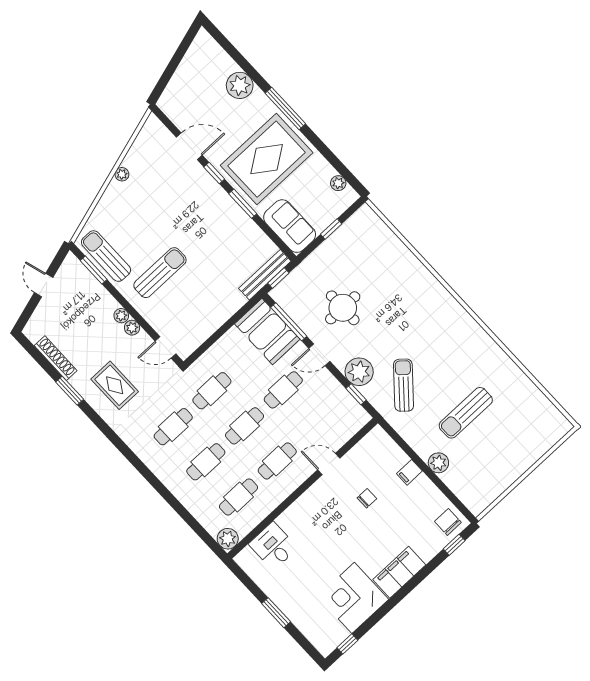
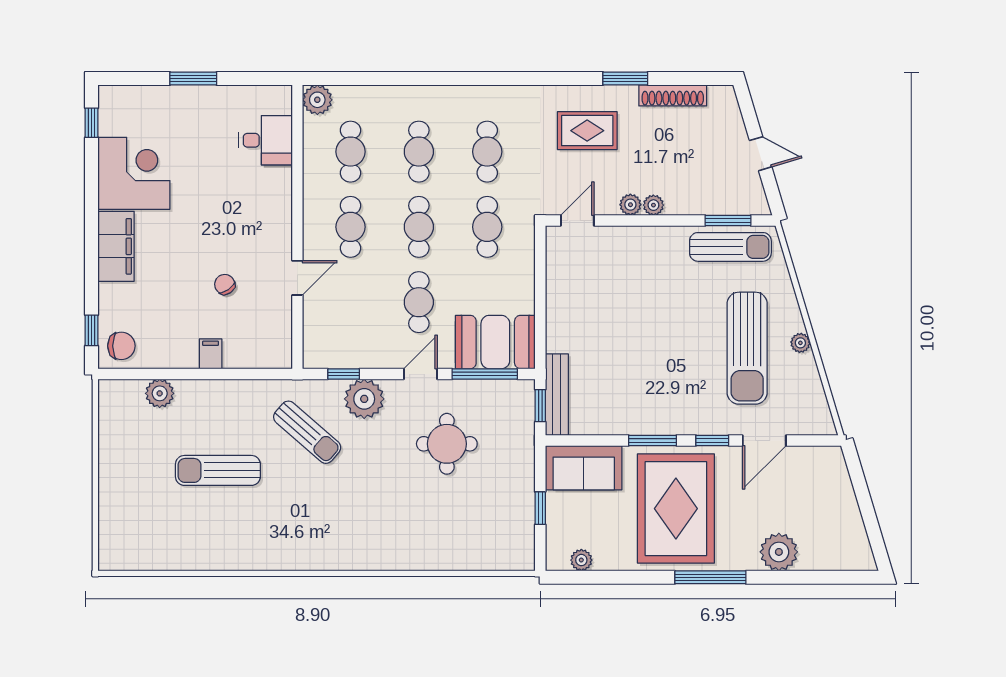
sun lounger: (160, 273) -> (747, 348), moved, width x1.36, depth x1.34
sun lounger: (466, 413) -> (218, 470), turned -90
plant: (438, 463) -> (160, 393), moved
chair: (367, 498) -> (225, 284), turned 145

